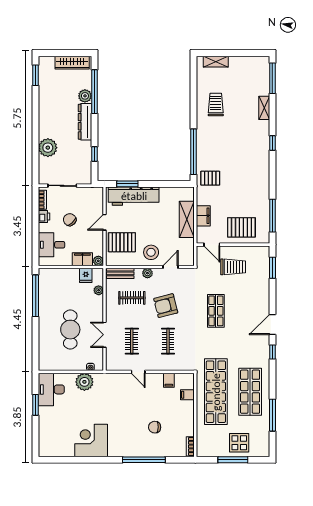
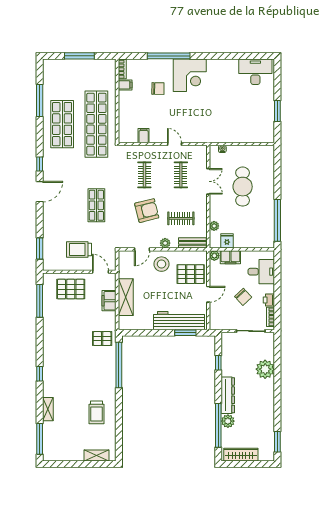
plant: (84, 382) -> (228, 134), removed
desk: (51, 389) -> (255, 72), moved, turned -90
filing cabinet: (187, 395) -> (125, 85), moved
corner desk: (91, 440) -> (190, 75), moved
display table: (239, 443) -> (73, 73), removed

